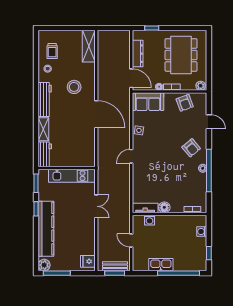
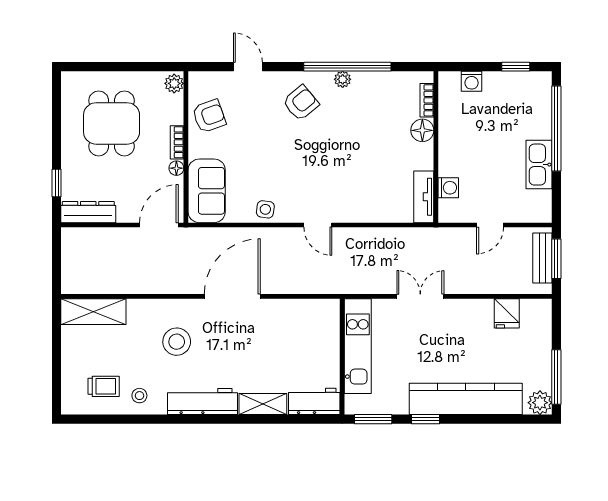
dresser: (138, 54) -> (88, 212), moved
dining table: (181, 55) -> (112, 123), width x0.73
door: (209, 122) -> (248, 67), hinge flipped
floor lamp: (164, 207) -> (422, 130), moved
fridge: (88, 261) -> (507, 313), moved

